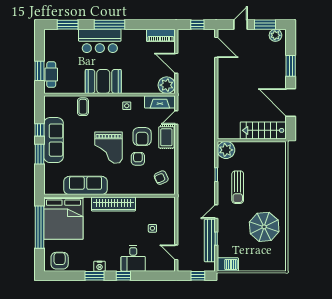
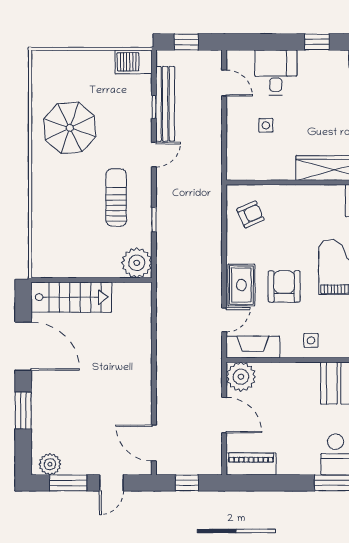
armchair: (138, 159) -> (291, 247), removed
desk: (133, 258) -> (276, 72), moved

